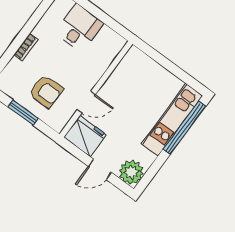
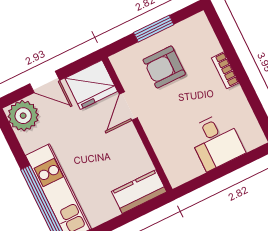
kitchen counter: (142, 63) -> (139, 192), added
door: (100, 169) -> (45, 82), swing flipped

